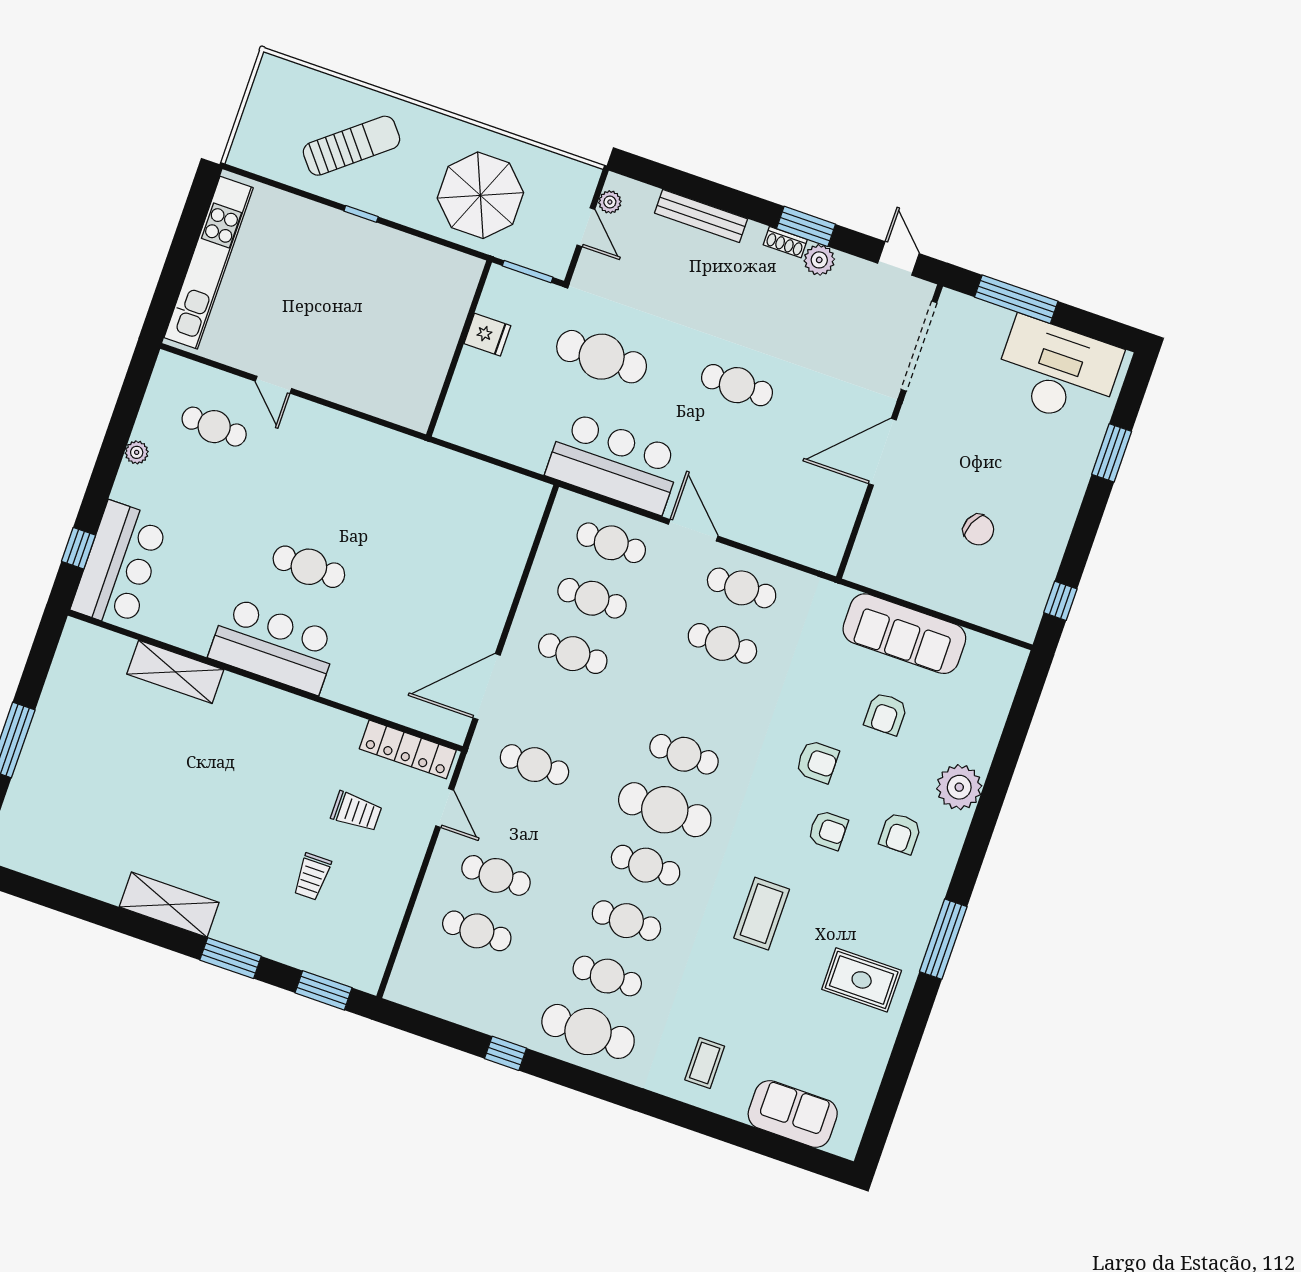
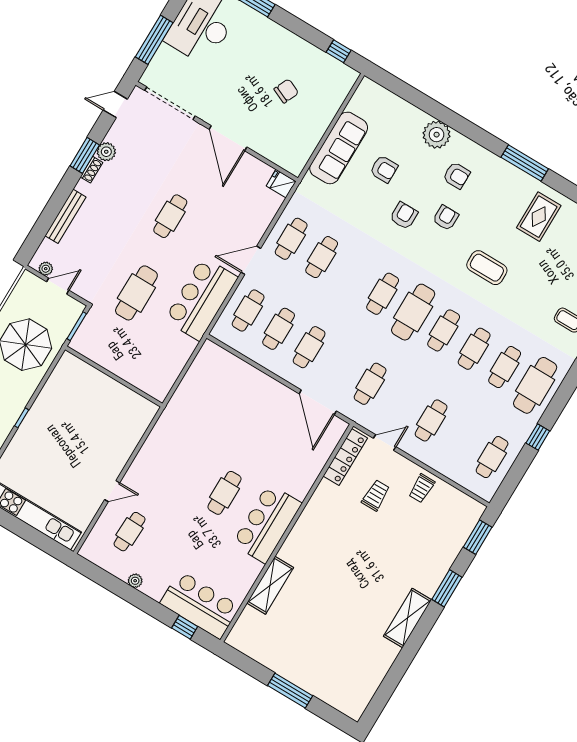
fridge: (487, 335) -> (281, 184), moved, turned -90
trolley: (312, 877) -> (422, 488), moved, turned 90
cafe table: (477, 931) -> (492, 457), moved

